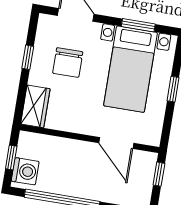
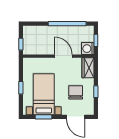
door: (116, 143) -> (63, 56), moved
washing machine: (25, 171) -> (88, 49), moved

